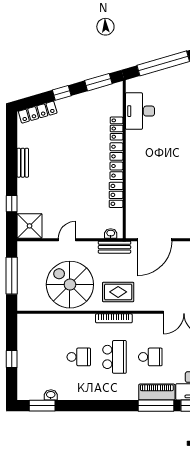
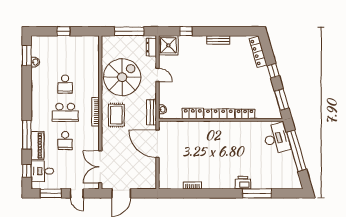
desk: (140, 111) -> (276, 138), moved, turned 74
dresser: (32, 247) -> (151, 47), added
window: (156, 406) -> (27, 135), moved

